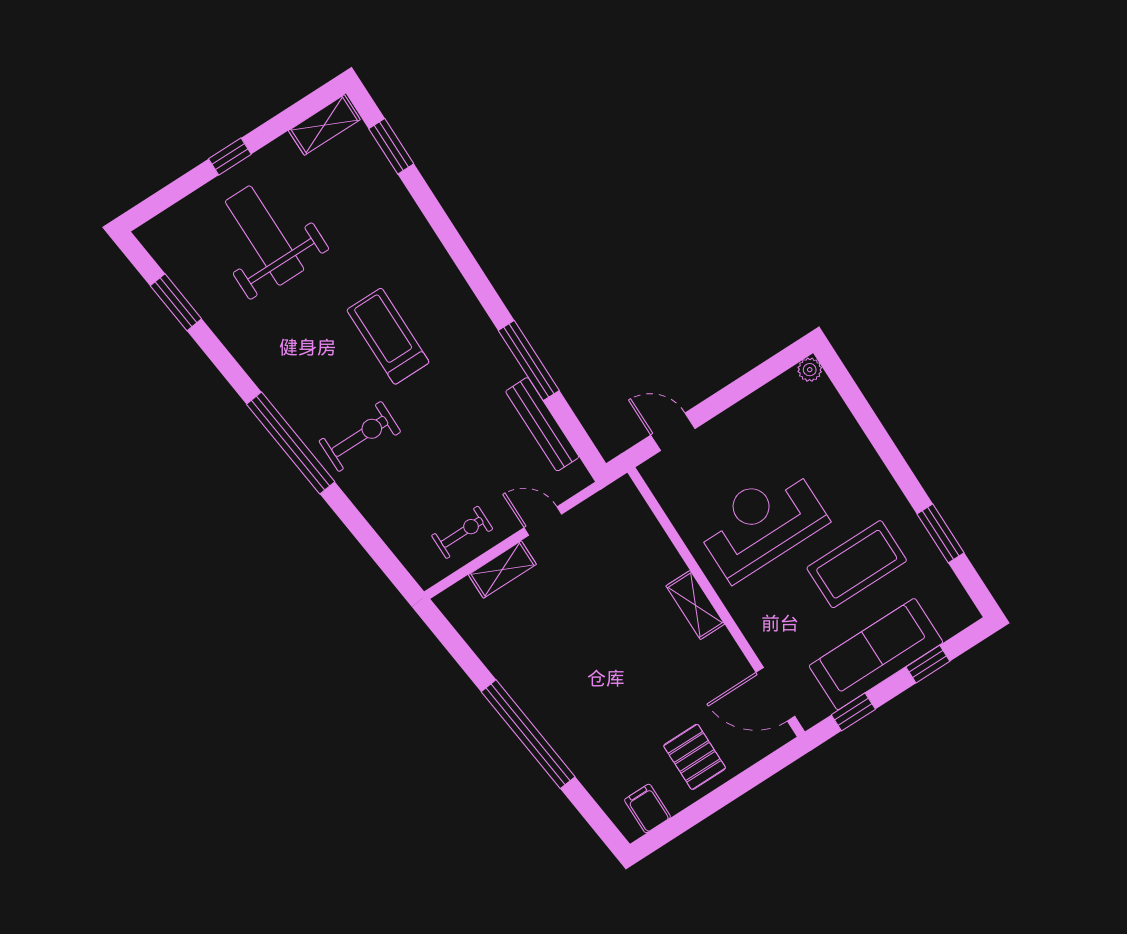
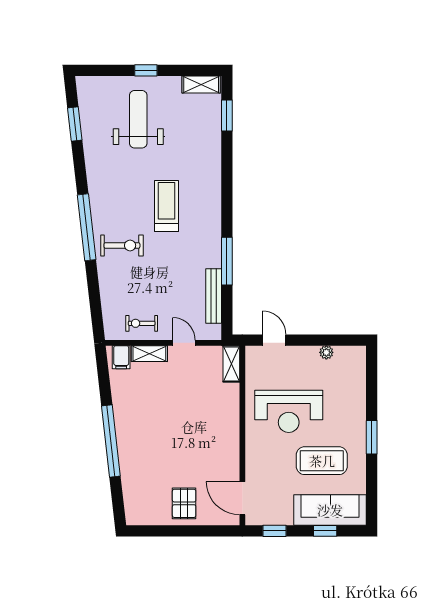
plant: (810, 370) -> (326, 352), moved
reception desk: (761, 523) -> (289, 411), turned 180
exercise bike: (462, 532) -> (142, 323), turned 180
window: (941, 533) -> (372, 437), moved
shelving: (695, 605) -> (231, 364), moved
sofa: (876, 654) -> (330, 510), moved
filing cabinet: (648, 808) -> (121, 357), moved, turned 180

